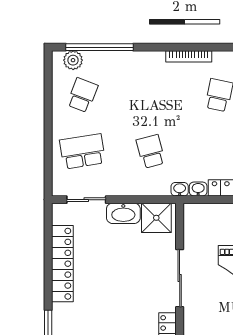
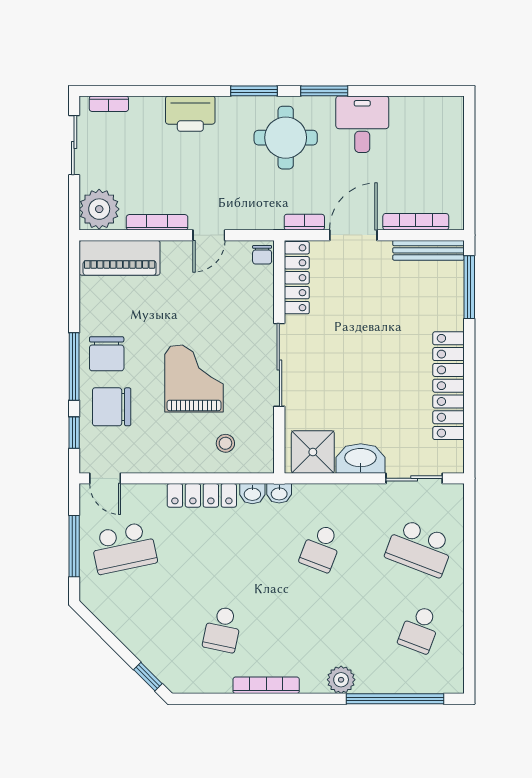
plant: (73, 60) -> (341, 680), moved
school desk: (82, 151) -> (420, 548), turned 30
school desk: (151, 151) -> (321, 548), turned 36
stool: (217, 224) -> (225, 443), added

